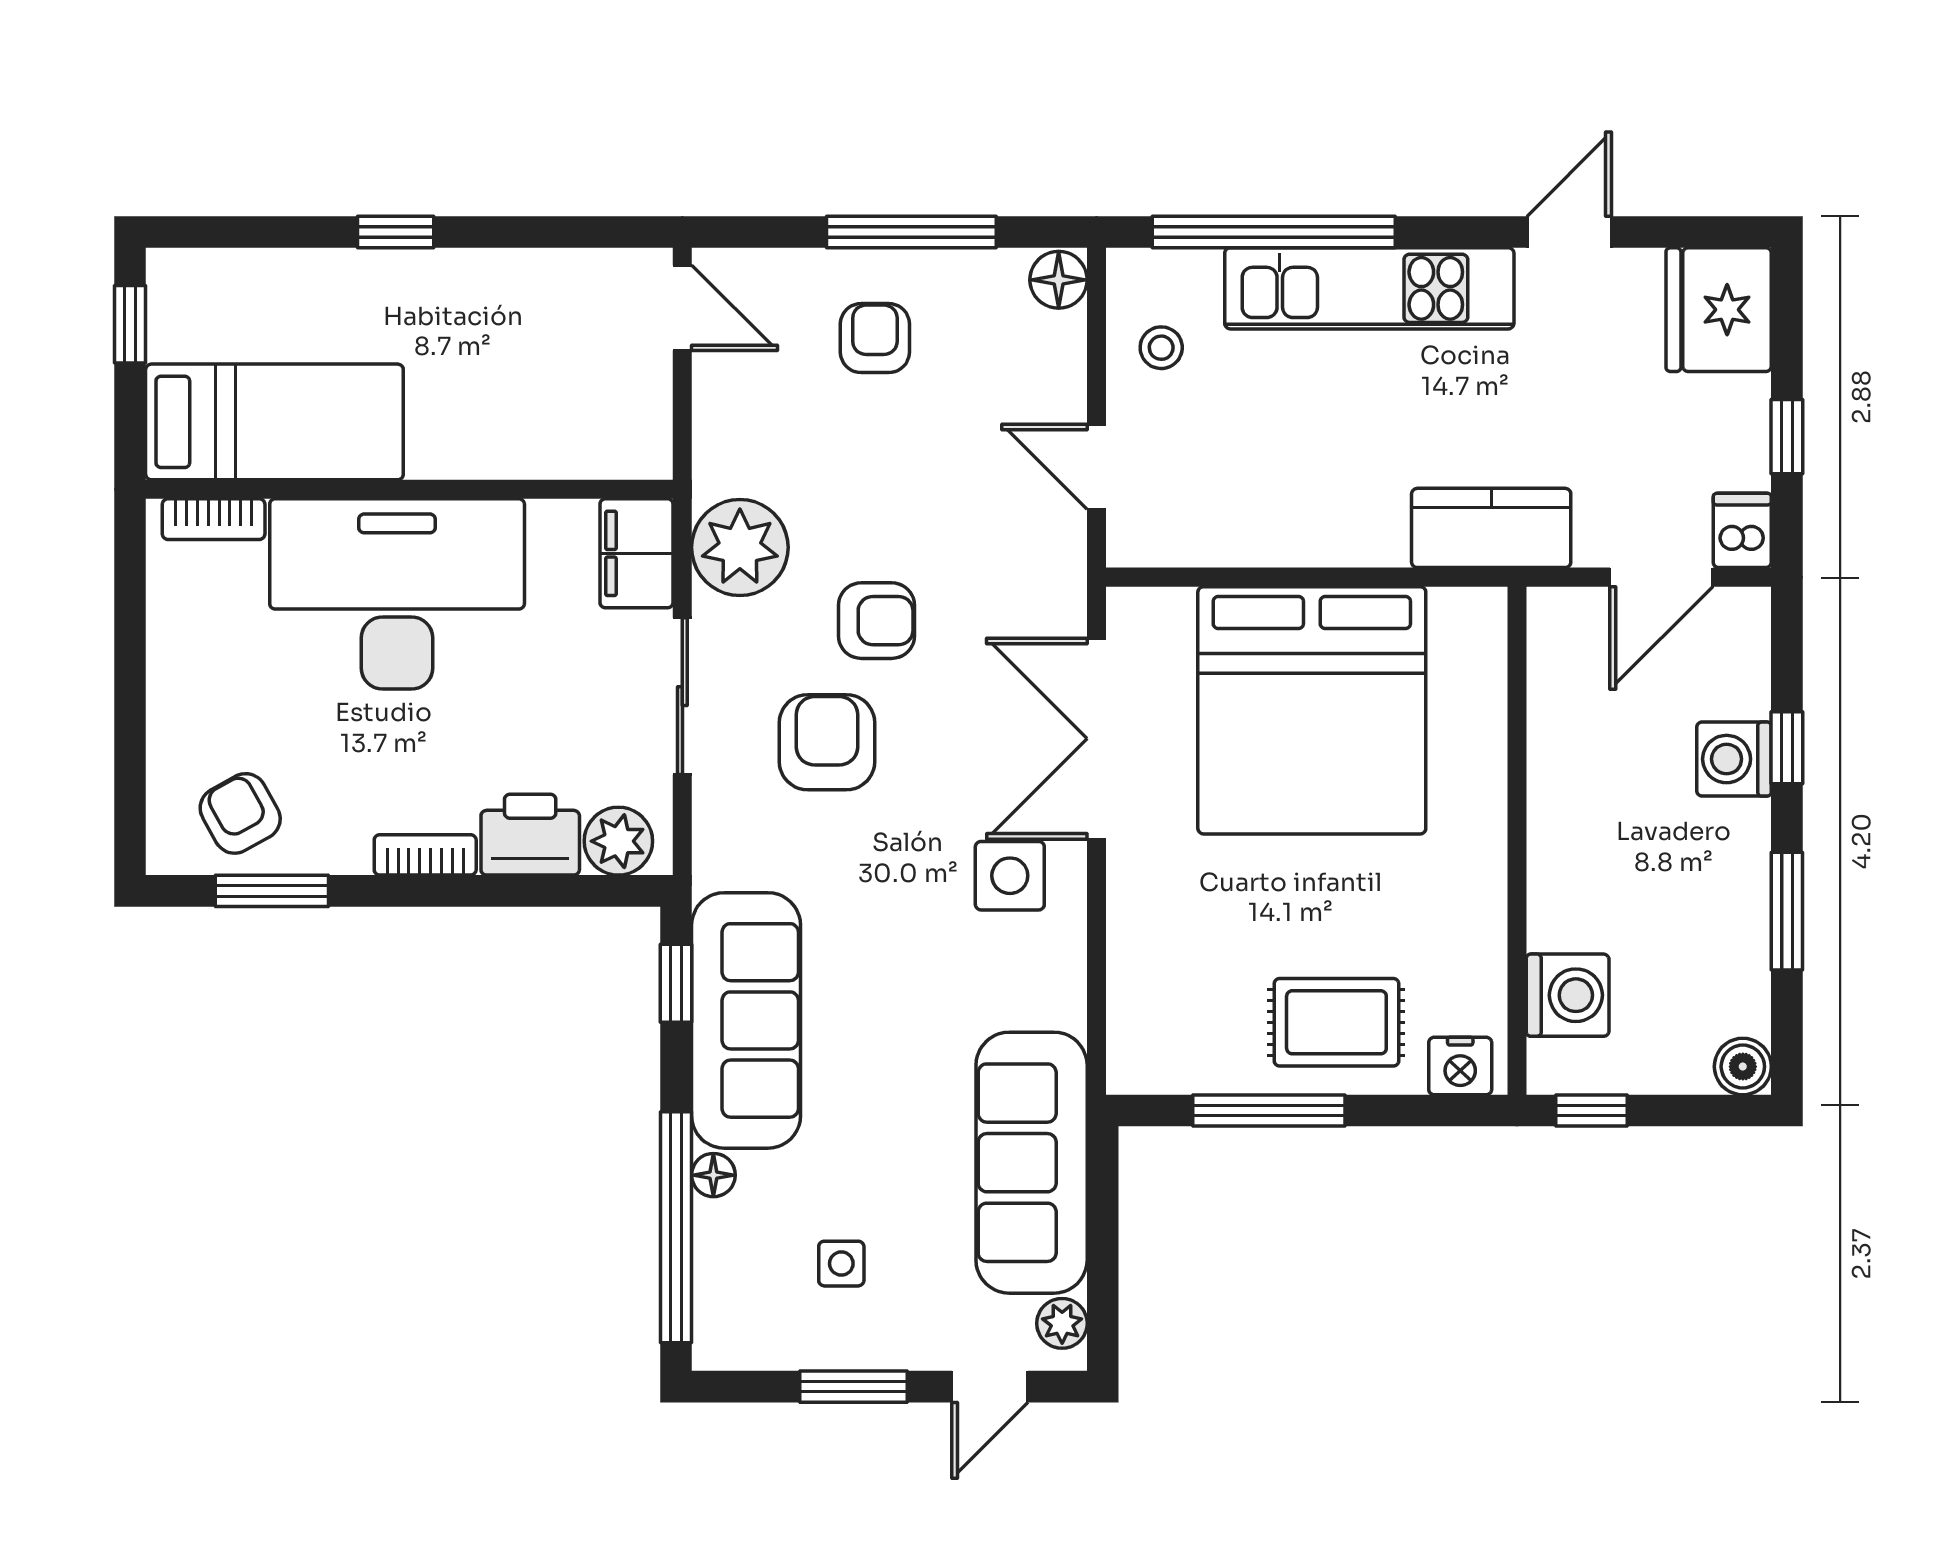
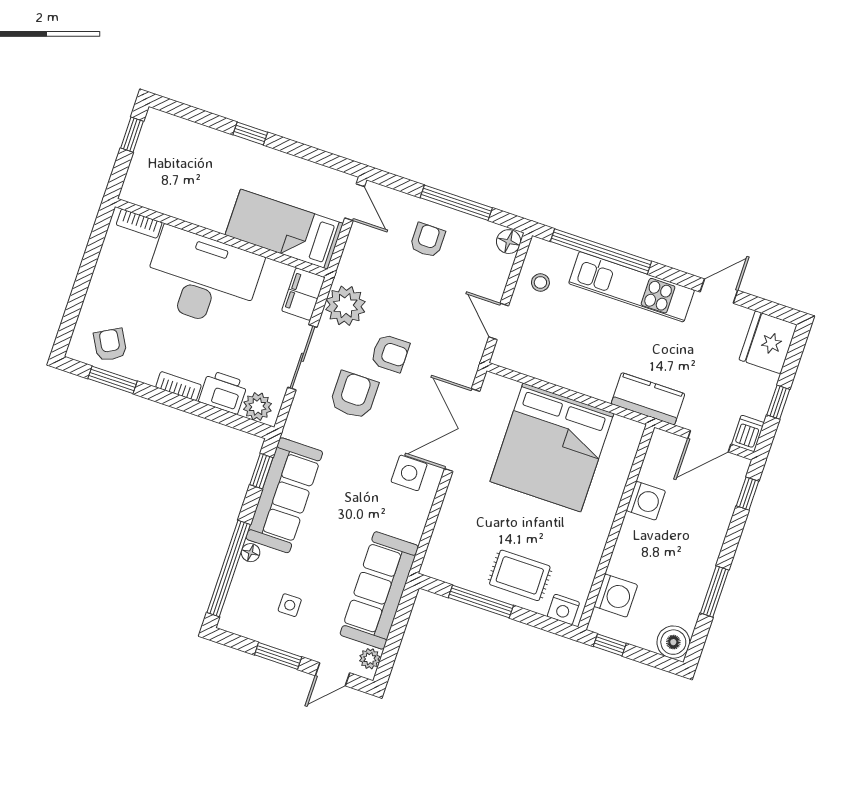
bed: (274, 422) -> (284, 229), moved, turned 180
window: (1787, 748) -> (747, 494), moved
washing machine: (1734, 759) -> (646, 501), moved, turned 180
boiler: (1743, 1067) -> (673, 642), width x1.36, depth x1.36

